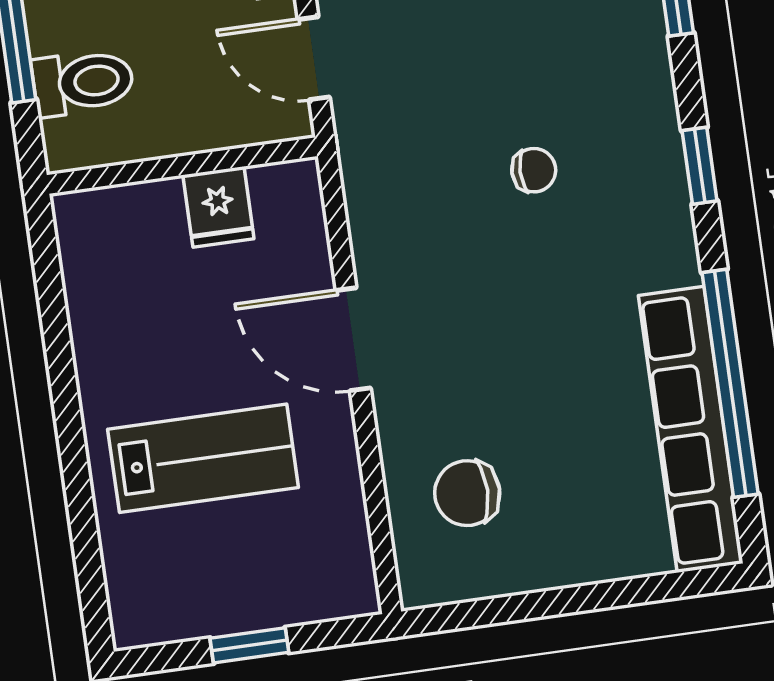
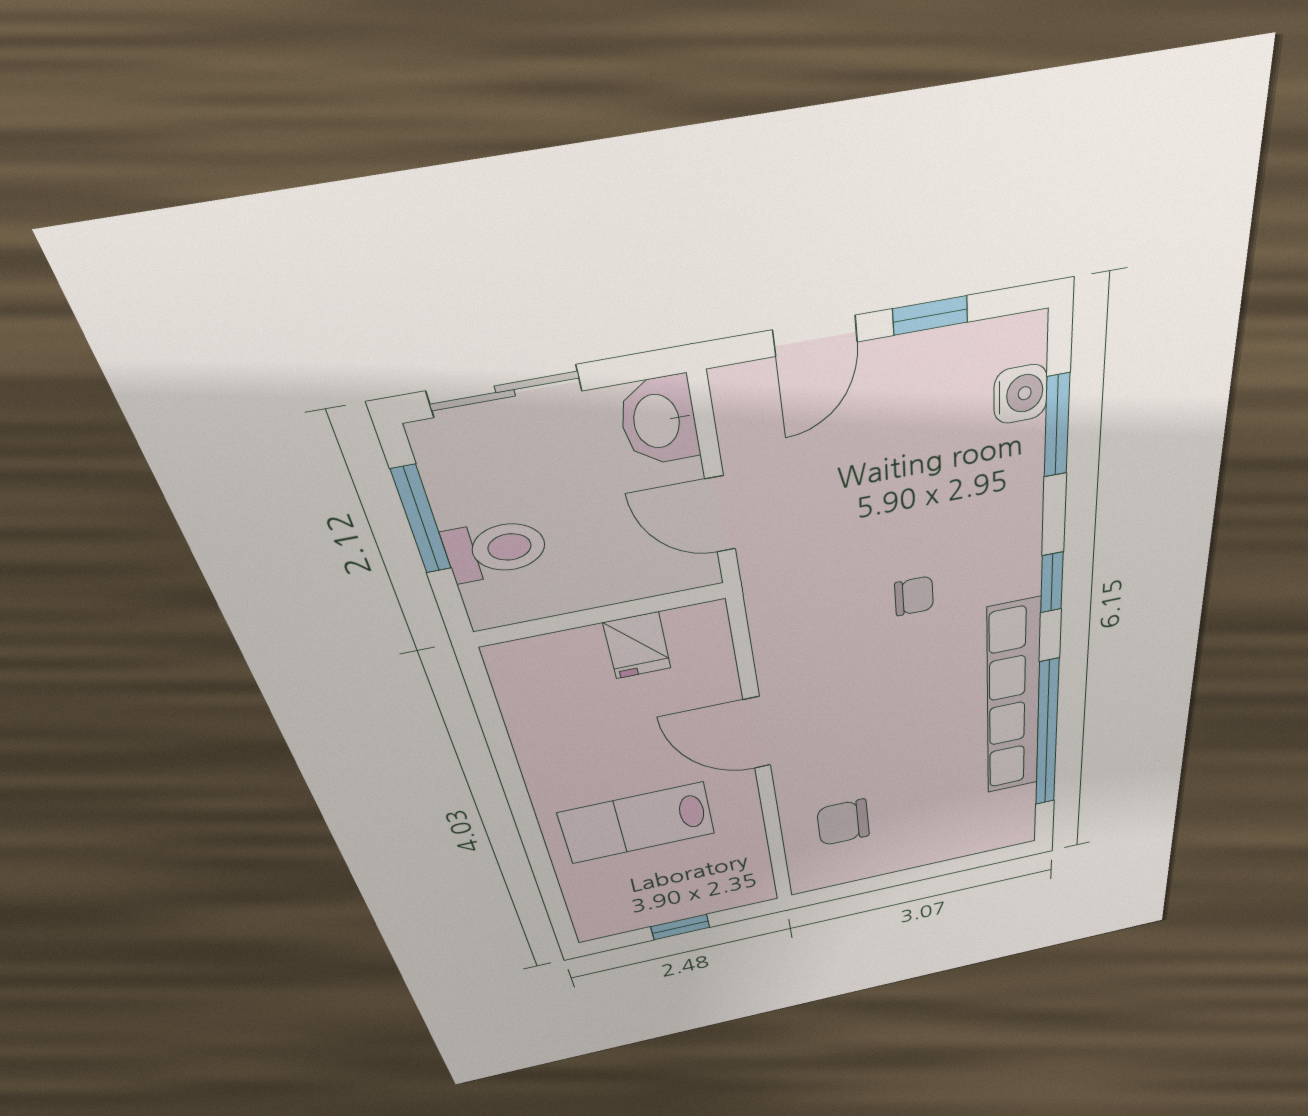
row of seats: (691, 429) -> (1013, 700), moved
lab bench: (203, 458) -> (637, 823), turned 180

